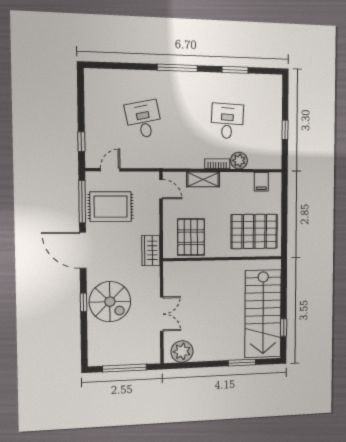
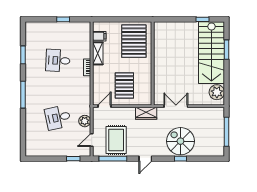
plant: (239, 161) -> (85, 121), moved
door: (110, 170) -> (92, 140), hinge flipped
shelving: (203, 179) -> (98, 53), moved
pallet: (191, 237) -> (124, 85), moved, turned 90
door: (83, 250) -> (145, 159), width x0.53
spiral stairs: (110, 302) -> (180, 141), turned -90
double door: (162, 314) -> (176, 106), moved
stairs: (263, 314) -> (211, 53), moved, turned 90

